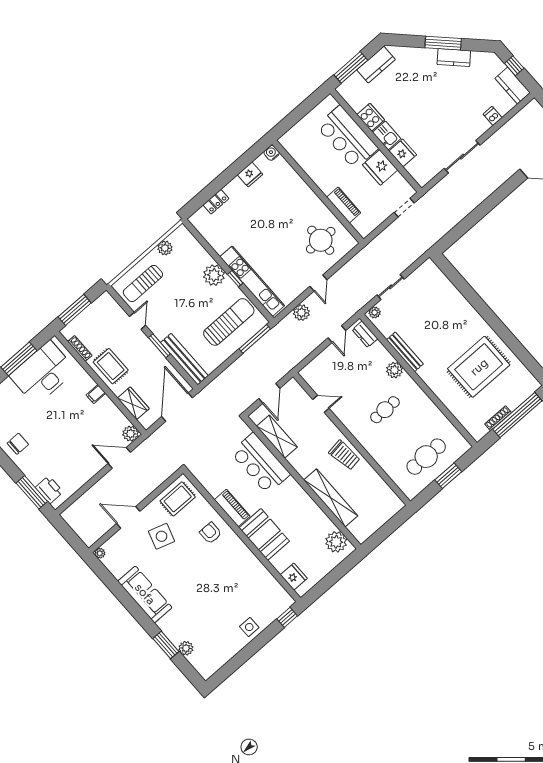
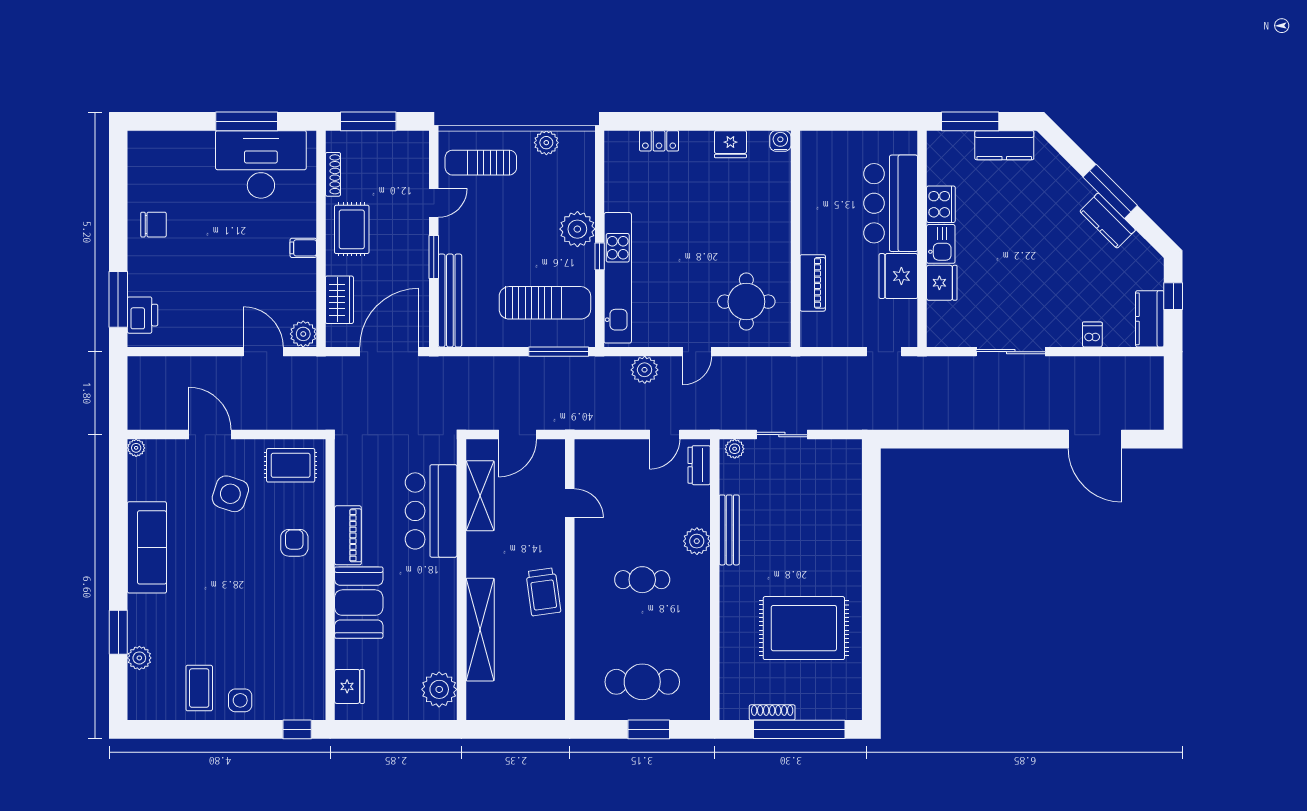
coffee table: (225, 638) -> (199, 688), added

